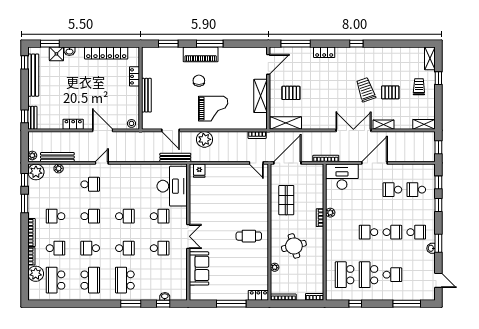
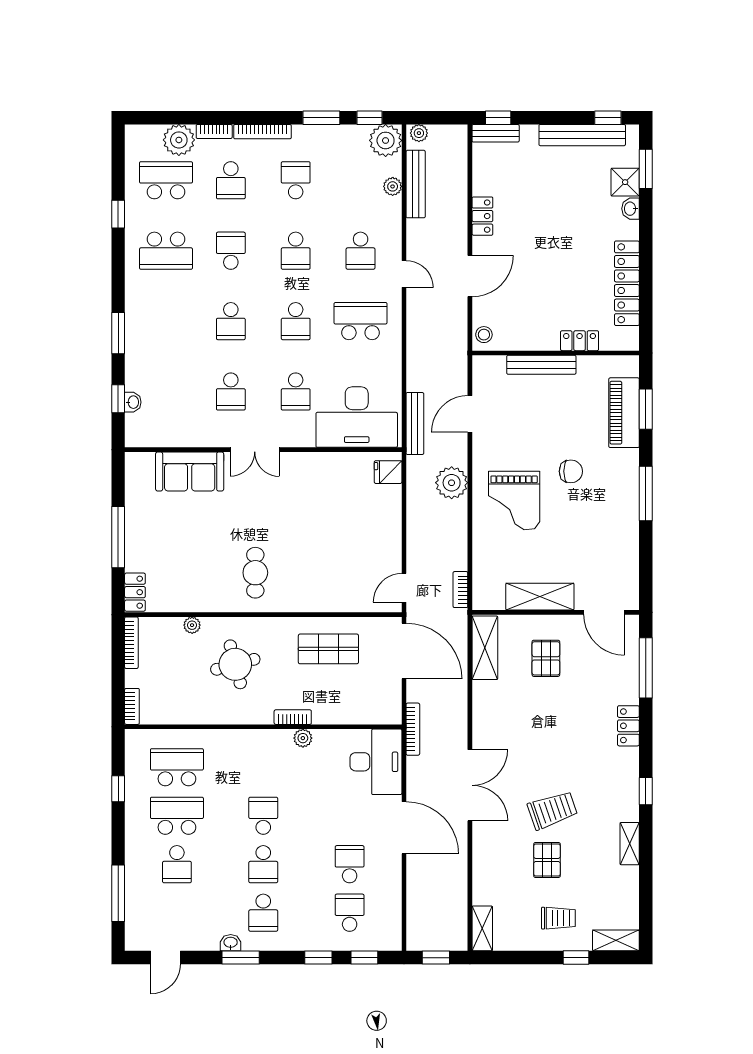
piano: (201, 54) -> (624, 413), moved
shelving: (383, 125) -> (630, 844), moved
school desk: (125, 280) -> (361, 321), moved
window: (72, 304) -> (118, 214), added

